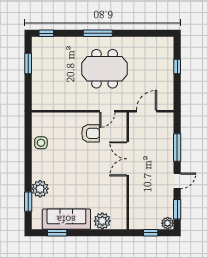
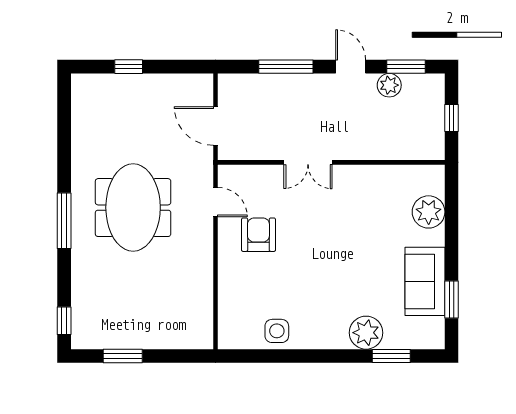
double door: (128, 159) -> (308, 162), width x0.73
sofa: (66, 219) -> (425, 281), width x0.73
plant: (168, 223) -> (389, 85), moved

